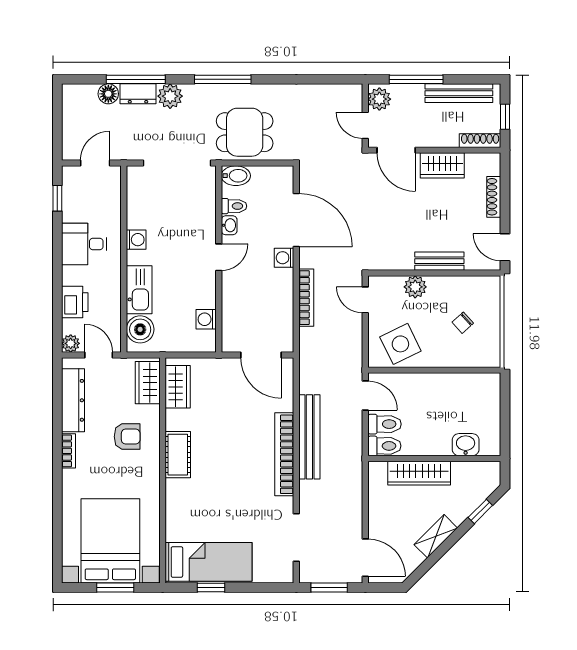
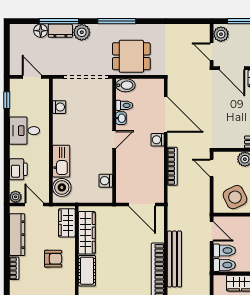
door: (95, 163) -> (32, 77), hinge flipped
washing machine: (136, 240) -> (59, 107), moved
wardrobe: (178, 387) -> (87, 233), width x1.50

